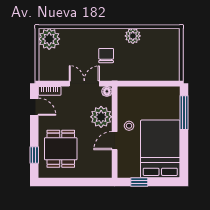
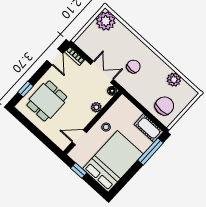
plant: (133, 36) -> (174, 80), moved
chair: (161, 65) -> (164, 106), added
cot: (165, 95) -> (149, 128), added
plant: (101, 117) -> (96, 107), width x0.53, depth x0.53
door: (115, 141) -> (79, 137), moved

